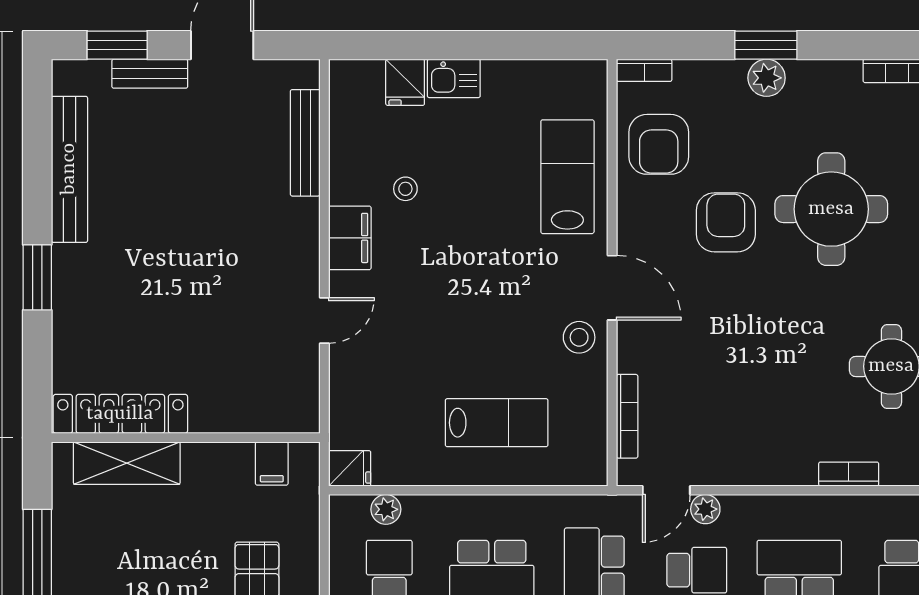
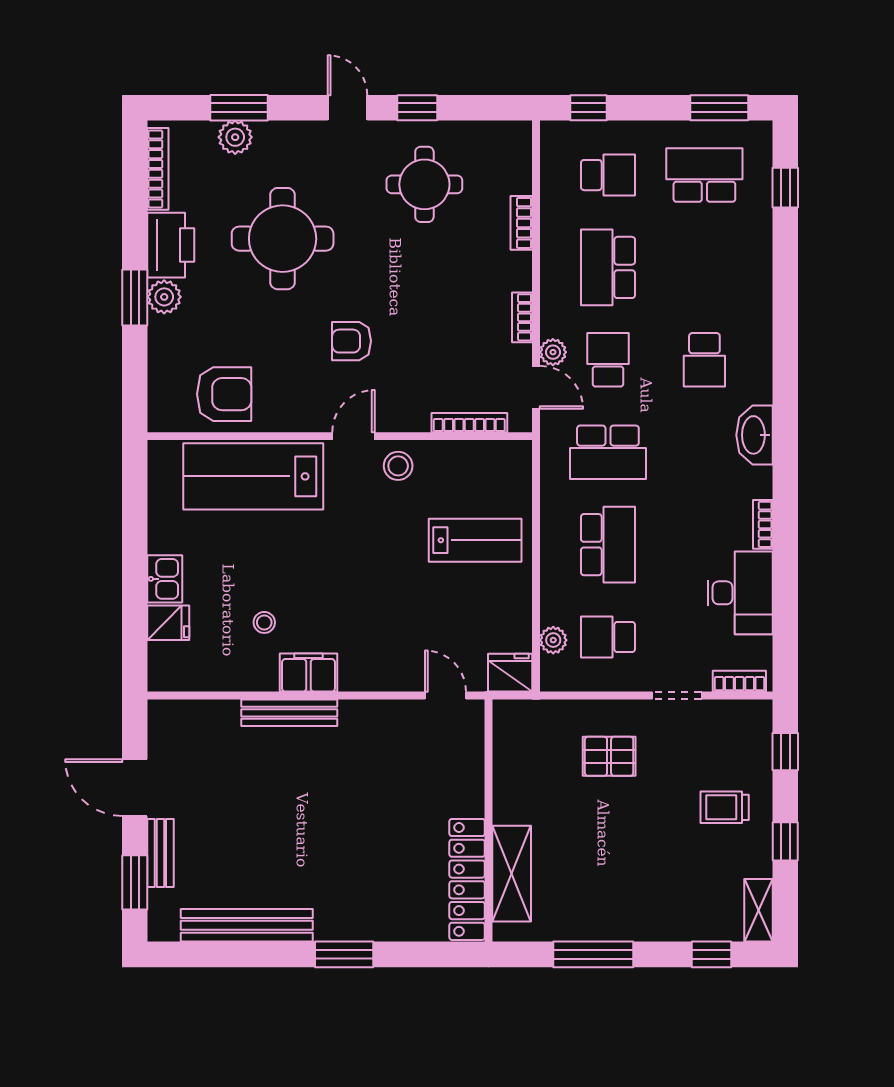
bookcase: (644, 70) -> (522, 317), moved, turned 180
printer: (824, 85) -> (171, 245), added
bench: (305, 143) -> (289, 713), moved
lab bench: (567, 177) -> (253, 476), width x1.36, depth x1.39
armchair: (726, 222) -> (351, 341), moved, width x0.72, depth x0.72
door: (612, 288) -> (354, 436), width x0.73
door: (324, 320) -> (446, 696), moved
lab bench: (497, 423) -> (475, 540), turned 90
filing cabinet: (272, 464) -> (512, 743), removed
fridge: (350, 468) -> (510, 673), width x1.38

